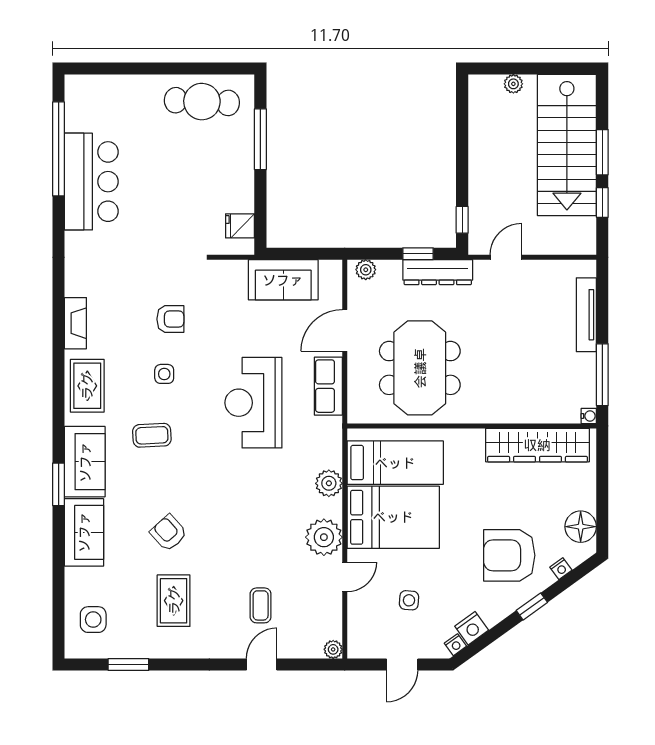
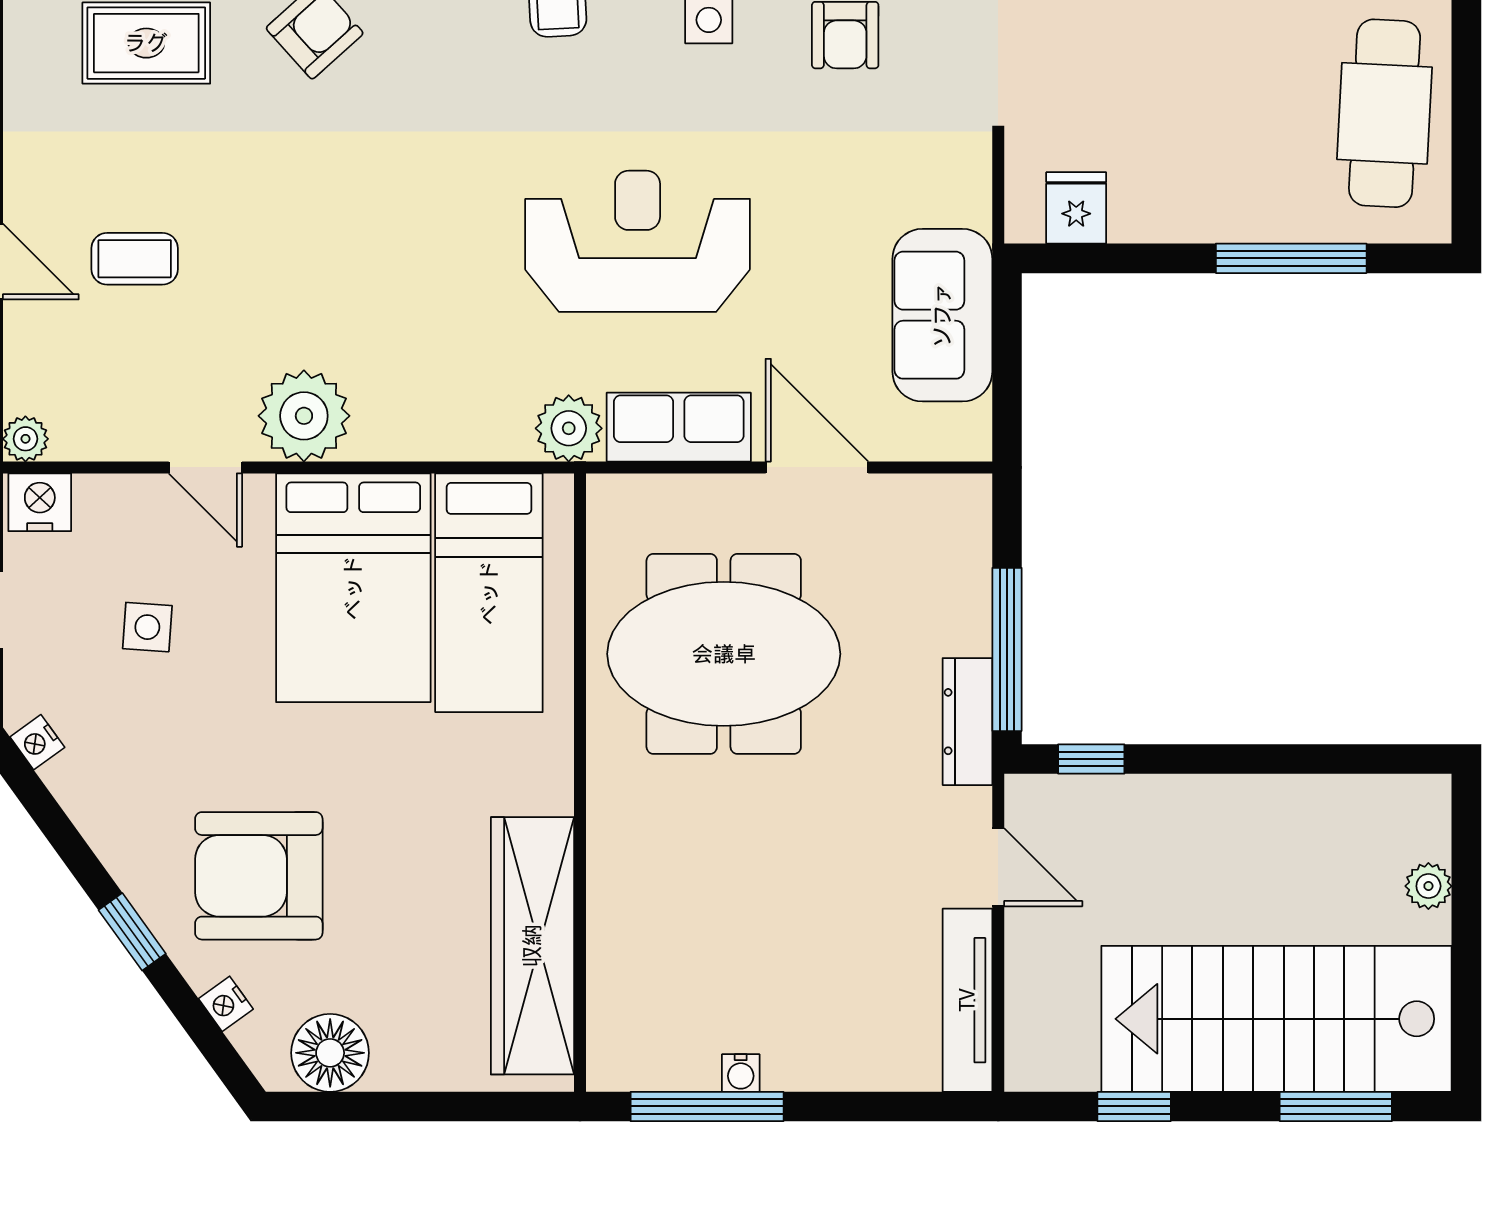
window: (602, 152) -> (1336, 1106), moved
window: (418, 254) -> (1007, 649), width x2.17
plant: (366, 270) -> (967, 520), removed
dresser: (438, 272) -> (967, 722), width x0.73, depth x0.80
tv unit: (586, 315) -> (967, 1000), moved, turned -90
water cooler: (589, 416) -> (741, 1073), moved
plant: (329, 483) -> (569, 428), moved
armchair: (509, 555) -> (259, 876), turned -90
nightstand: (472, 628) -> (40, 502), moved, turned 126

